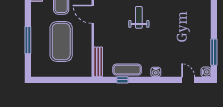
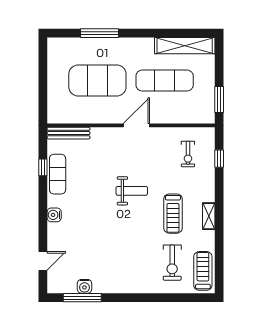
water cooler: (206, 72) -> (84, 286), moved

